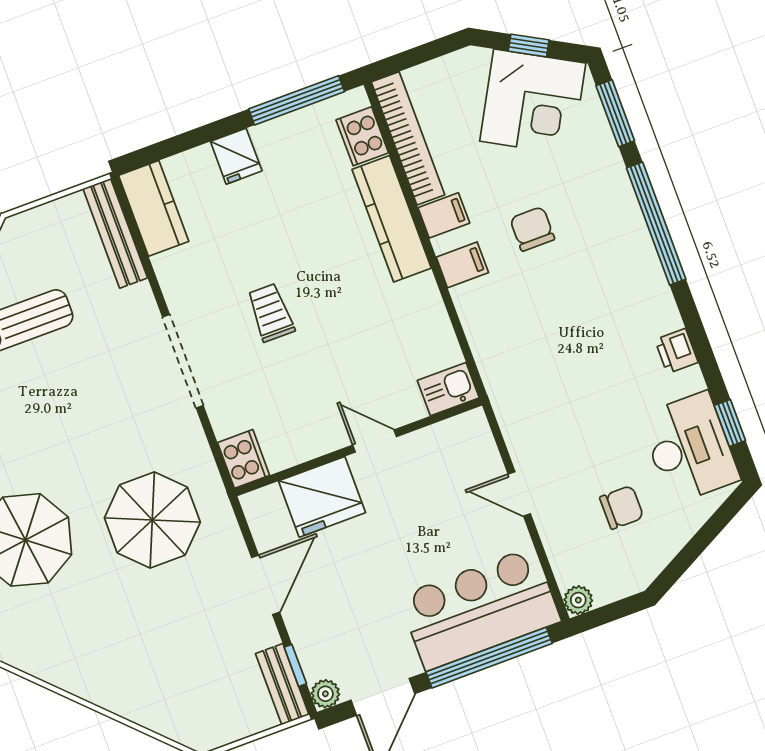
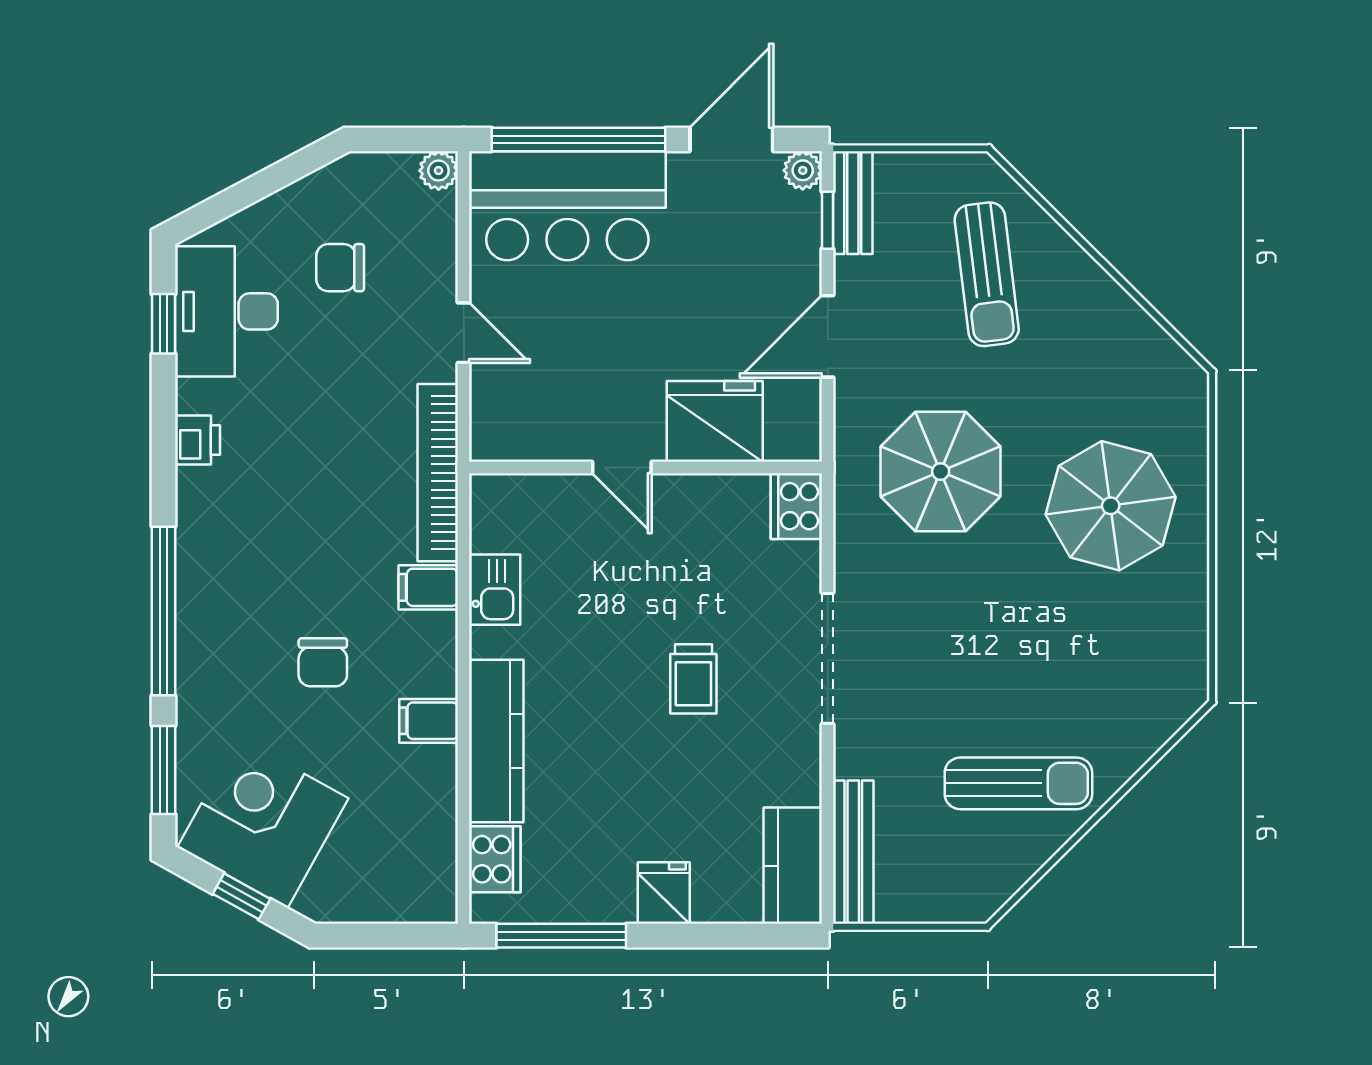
bookcase: (408, 138) -> (438, 473), moved
filing cabinet: (462, 265) -> (428, 587), moved
kitchen sink: (448, 389) -> (495, 590), moved, turned -90
sun lounger: (171, 669) -> (987, 274), added

